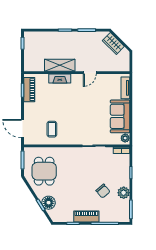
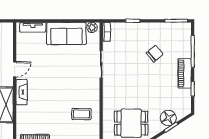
door: (90, 73) -> (15, 69), hinge flipped
fireplace: (60, 78) -> (22, 92), moved
plant: (124, 193) -> (157, 29), removed

